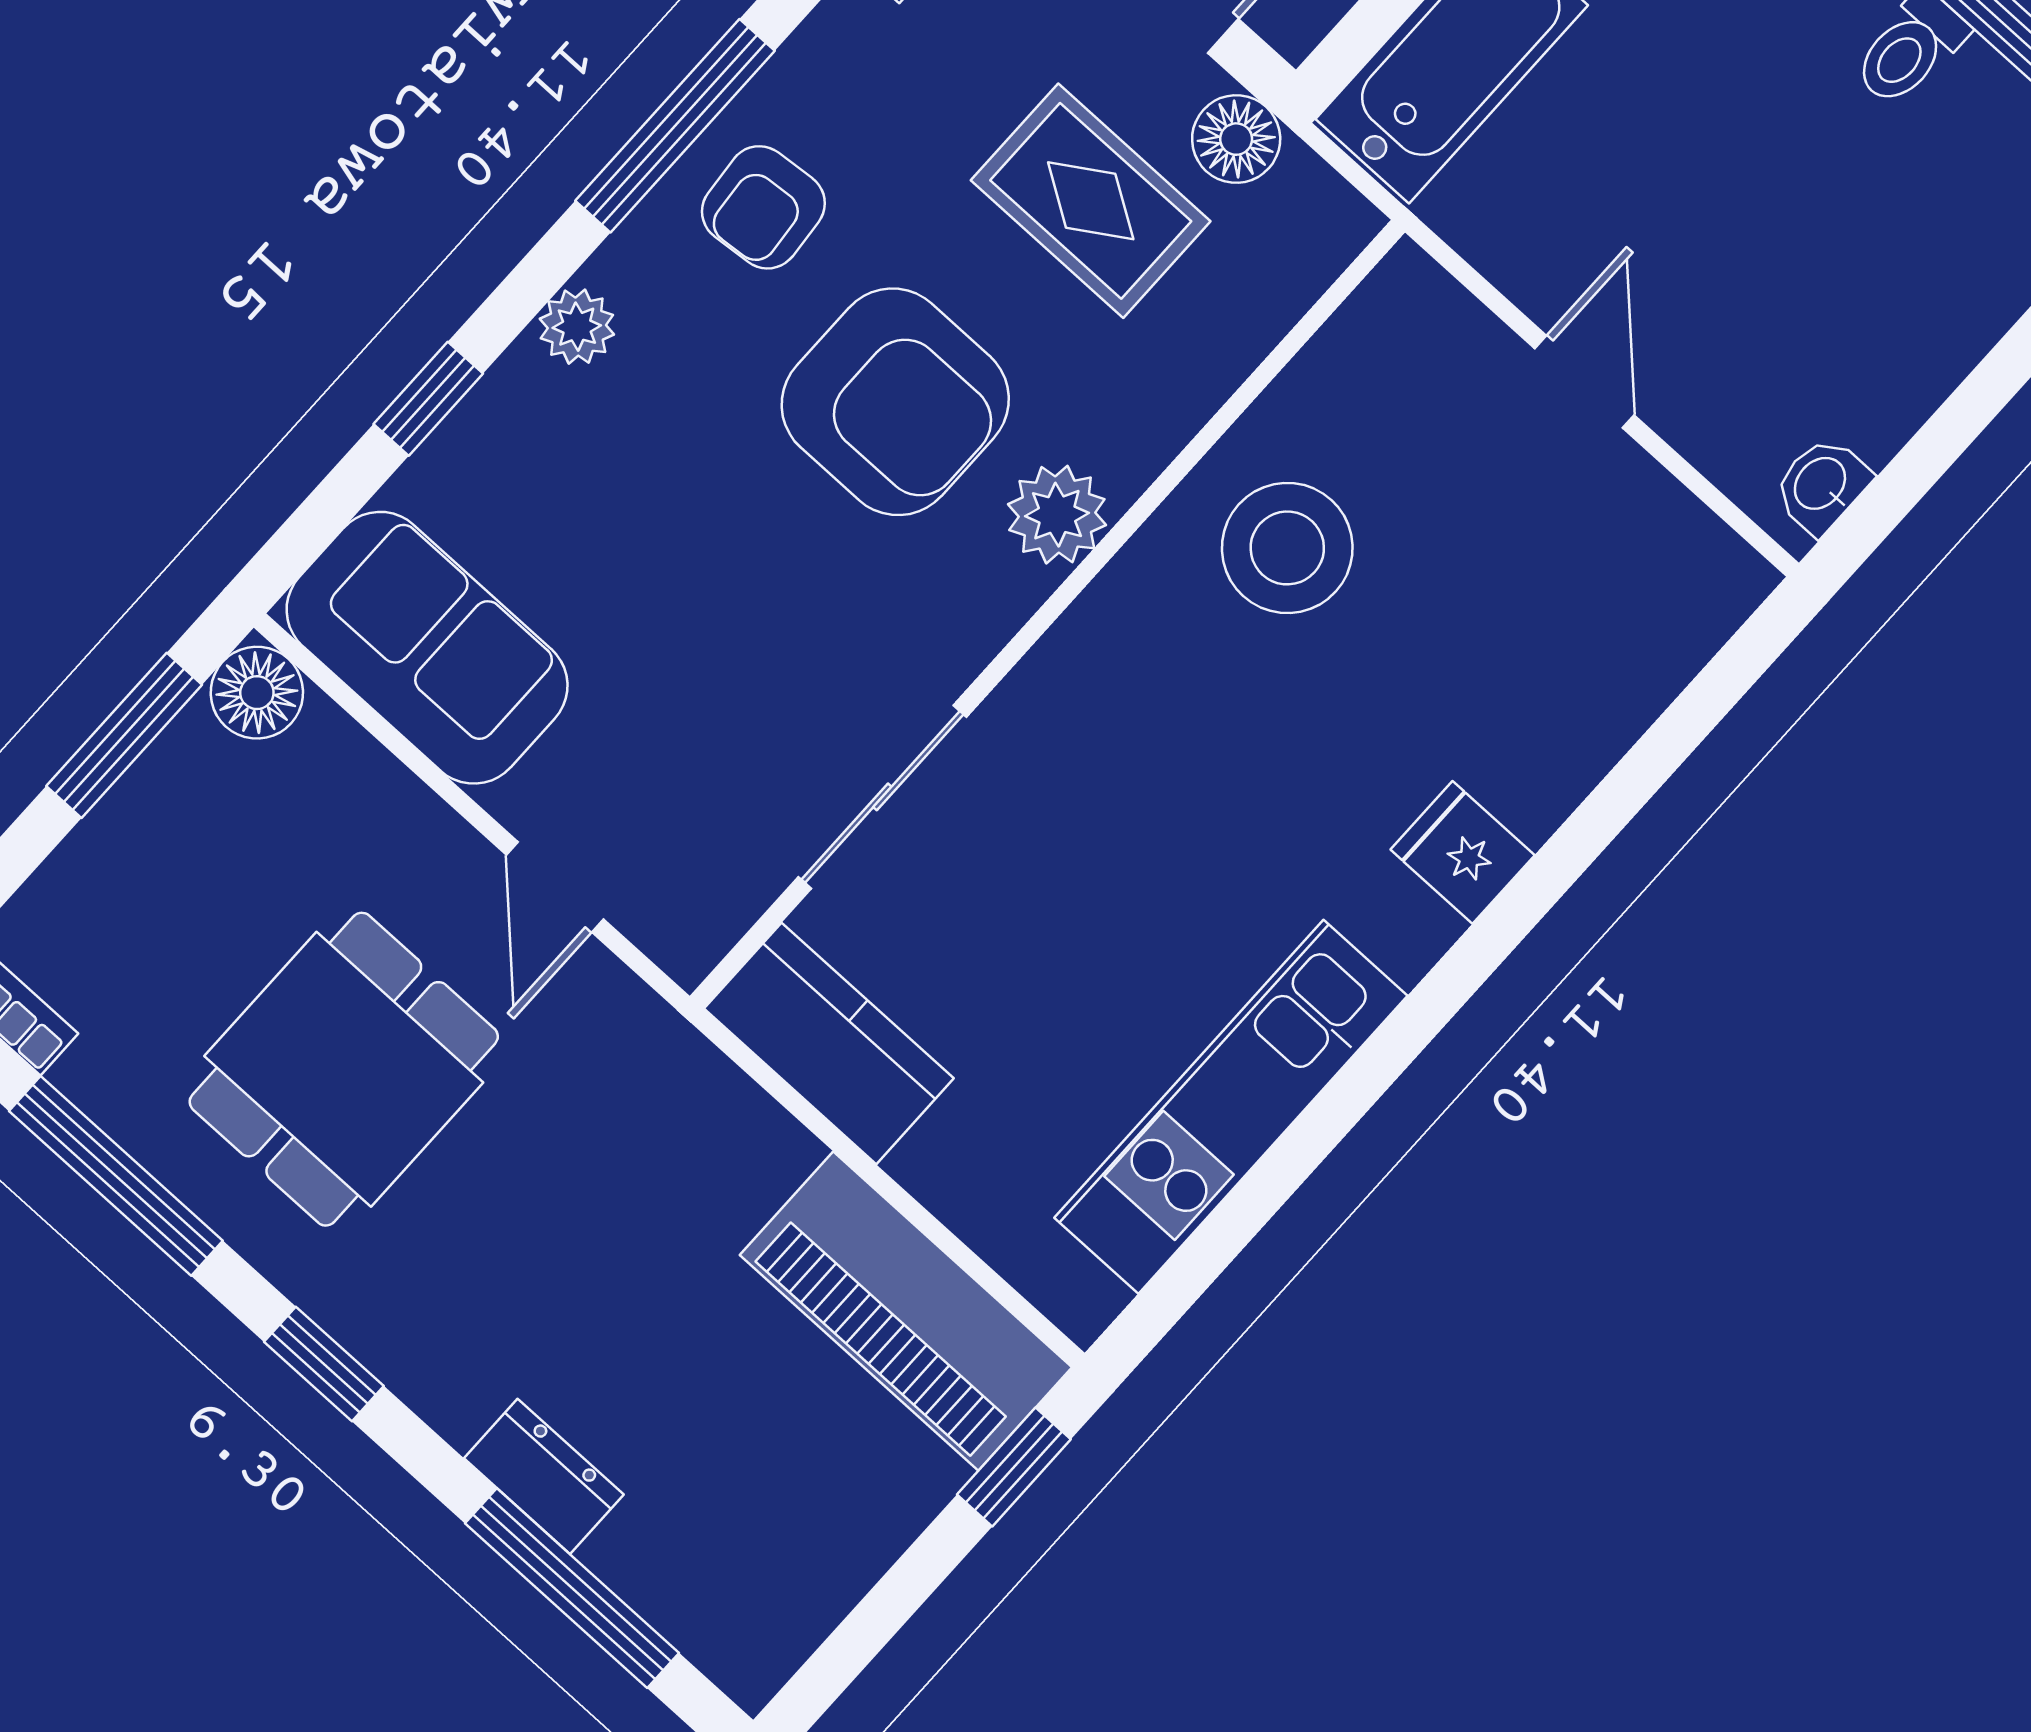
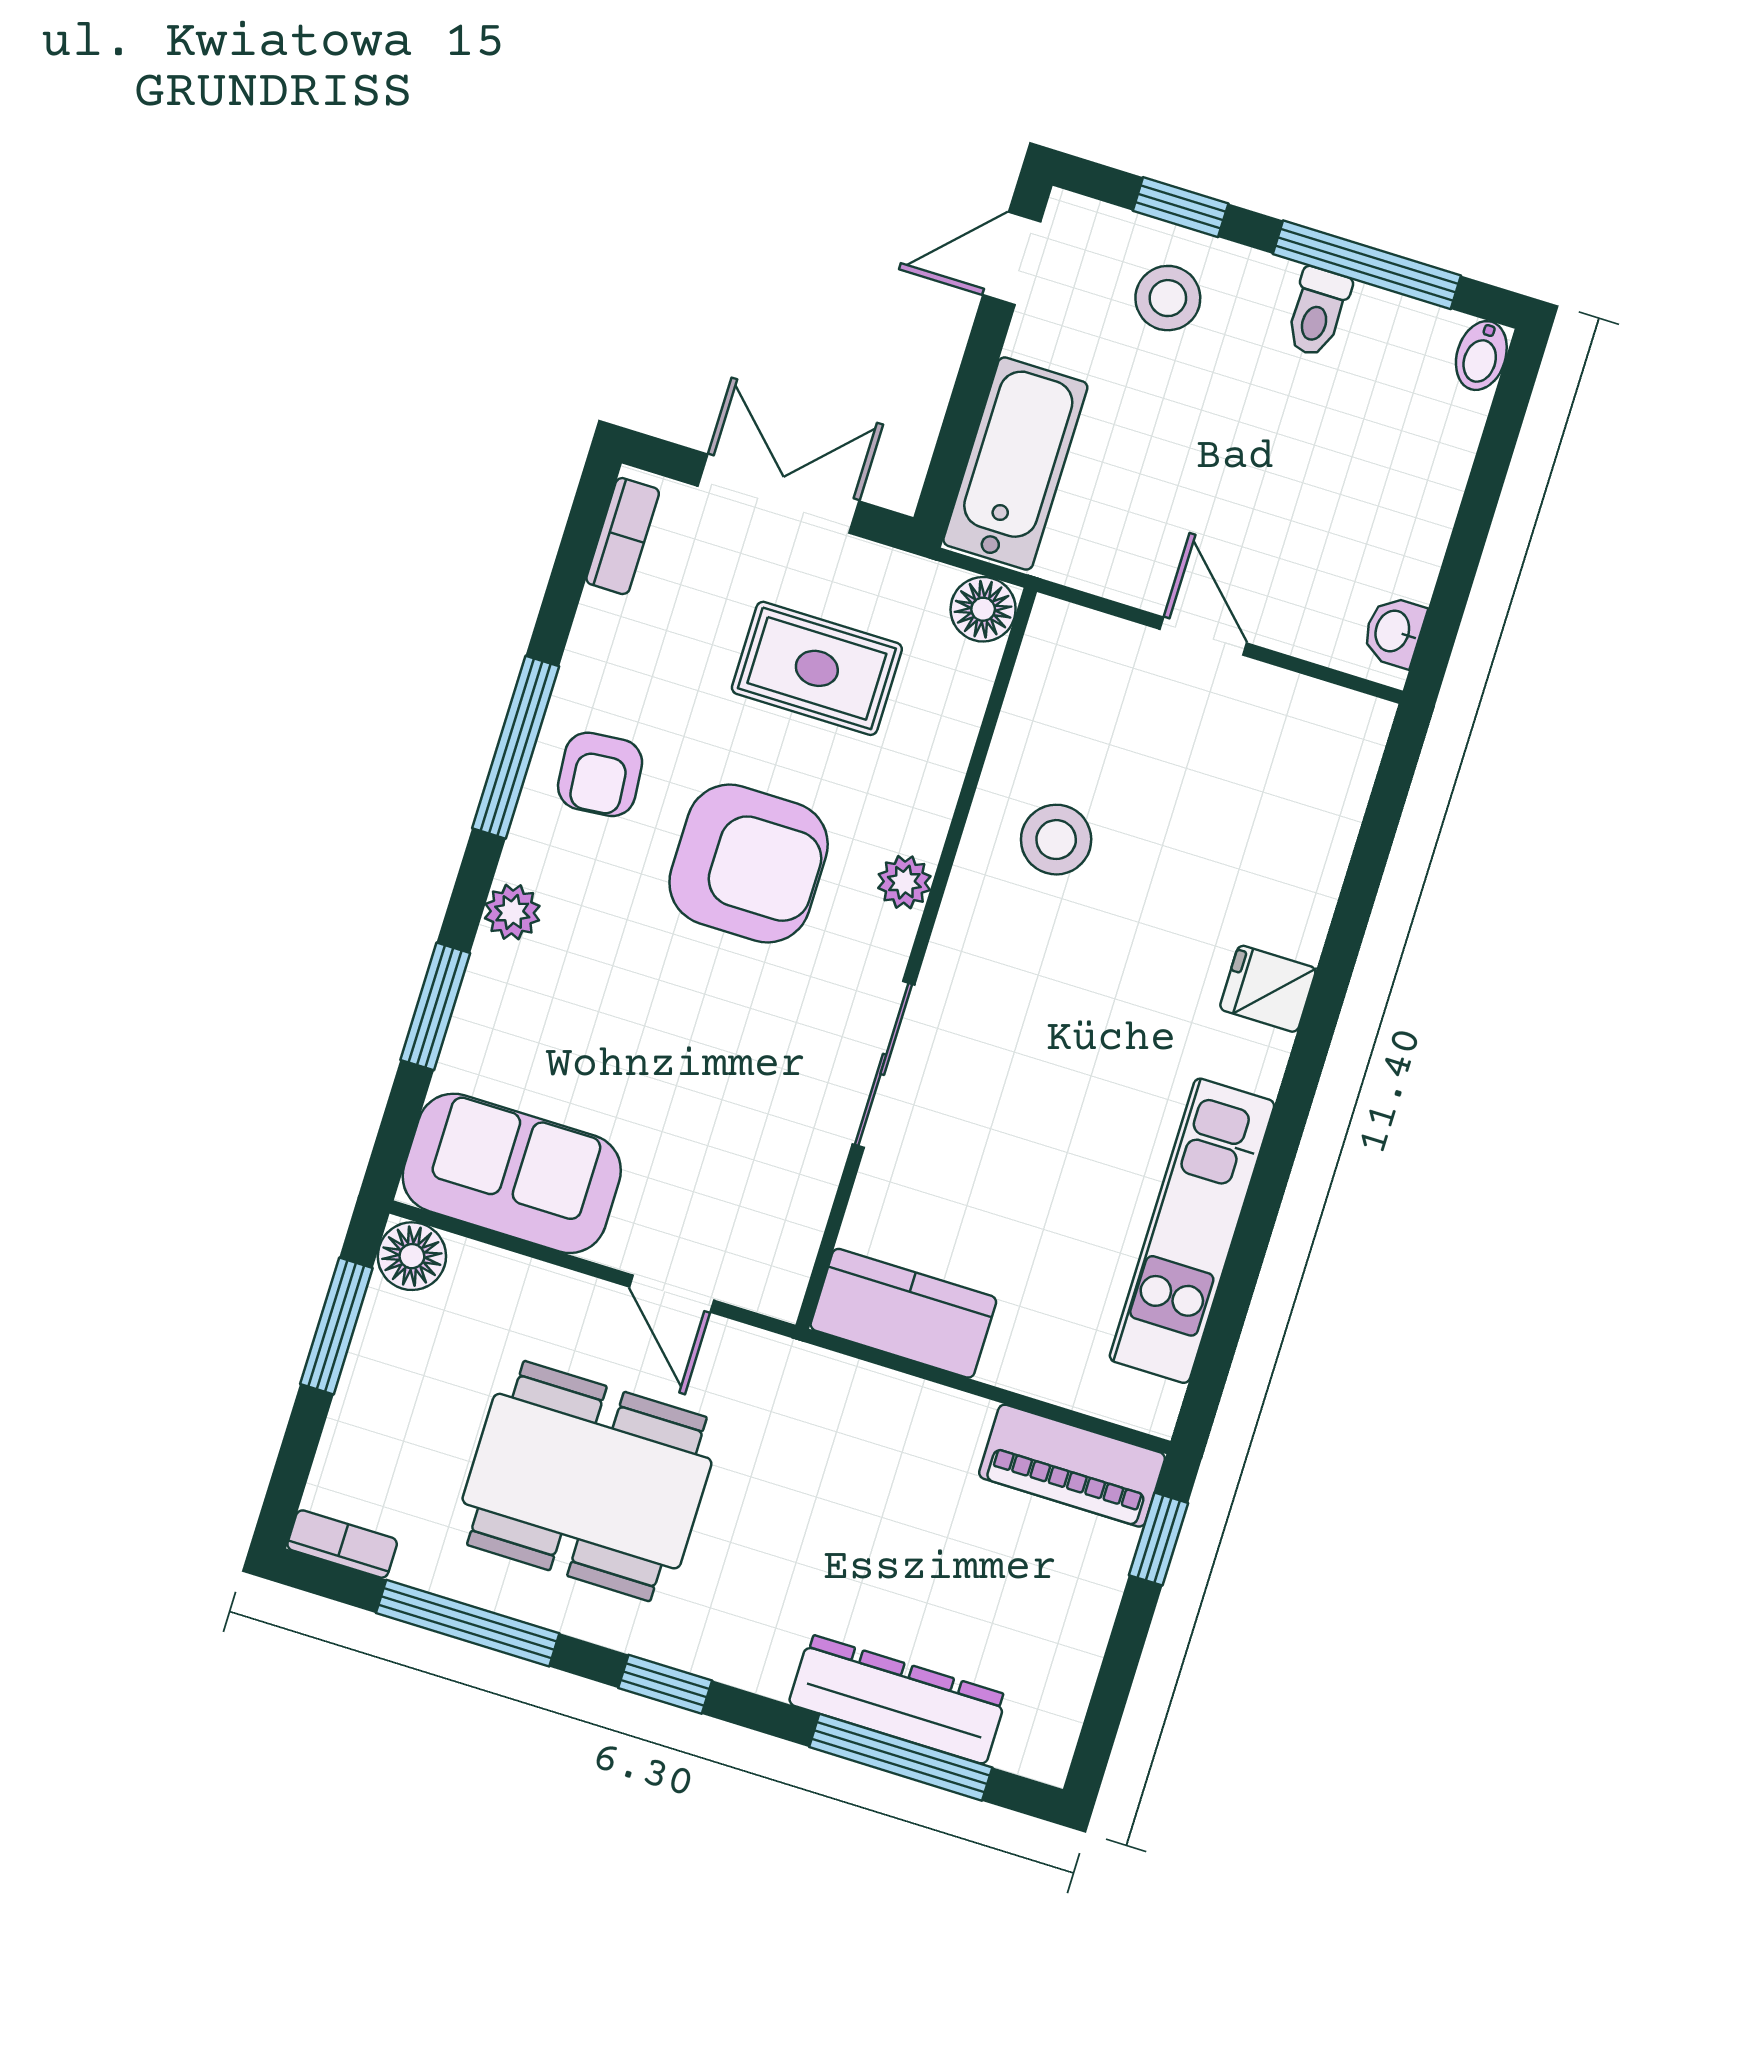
floor lamp: (1236, 139) -> (983, 609), moved
window: (428, 399) -> (435, 1006), width x1.50
plant: (1057, 515) -> (904, 882), width x0.73, depth x0.73
stool: (1287, 548) -> (1056, 840), width x0.73, depth x0.73
sliding door: (882, 797) -> (883, 1064), moved
dining table: (344, 1069) -> (587, 1481), width x1.38
piano: (906, 1311) -> (1072, 1466), width x0.73, depth x0.75
dresser: (544, 1476) -> (898, 1699), width x1.96, depth x1.24

